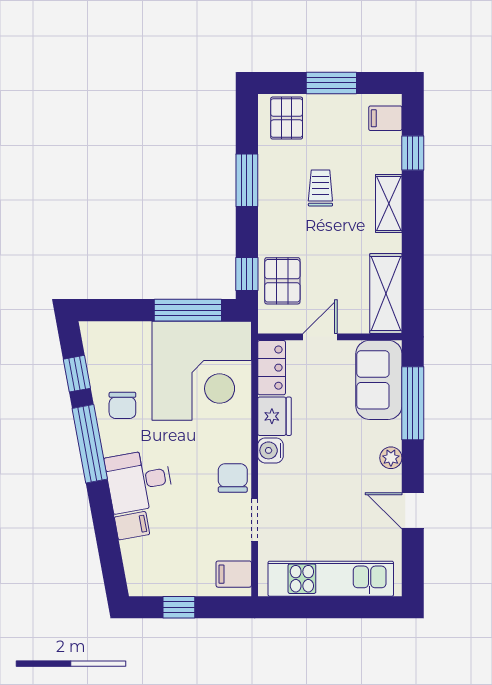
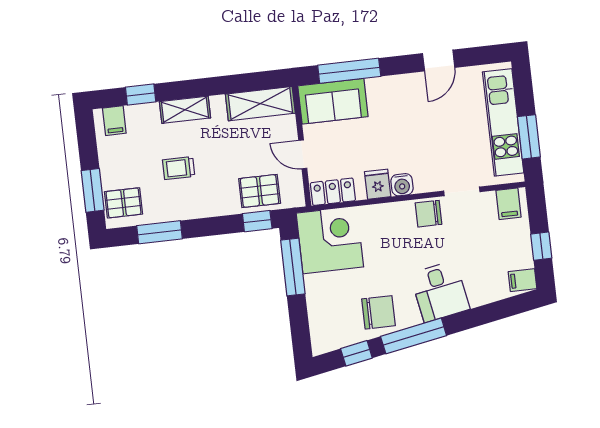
window: (331, 83) -> (93, 190), moved
window: (247, 180) -> (159, 232), moved
corner desk: (202, 371) -> (330, 240), width x0.74, depth x0.74
chair: (122, 405) -> (379, 312), width x1.37, depth x1.37
fridge: (274, 416) -> (378, 184), width x0.72
plant: (391, 458) -> (397, 84), removed
filing cabinet: (132, 526) -> (523, 280), moved, turned -80
window: (310, 607) -> (529, 137), added

